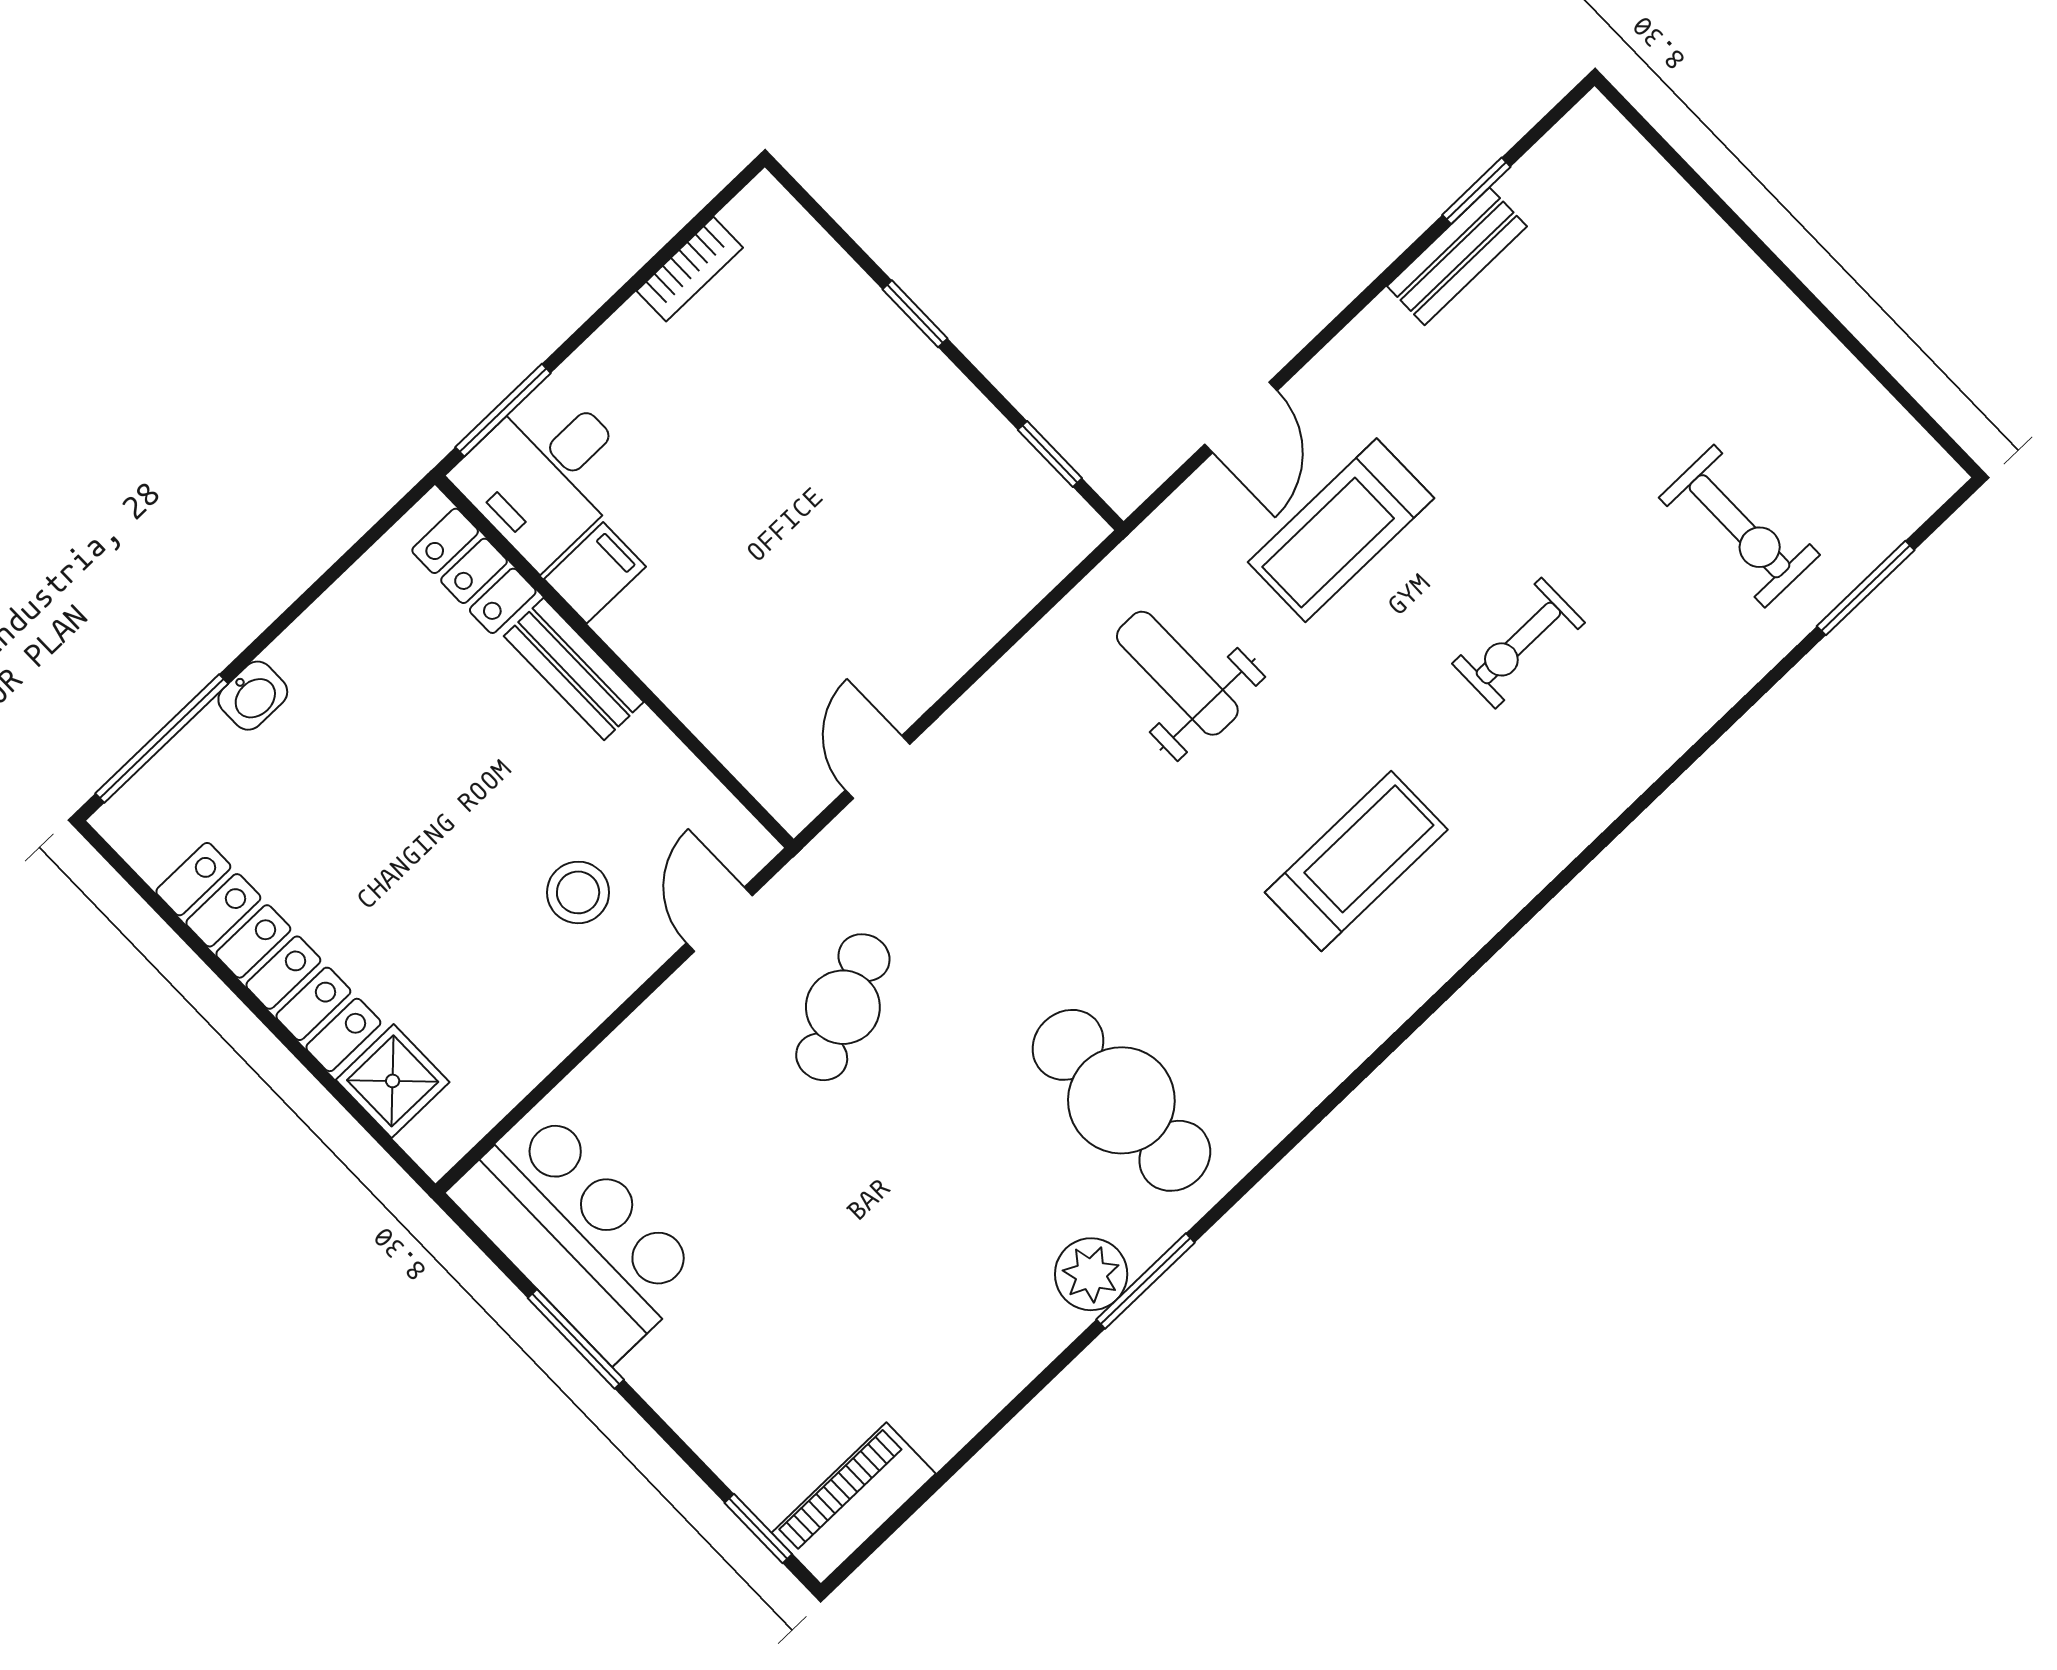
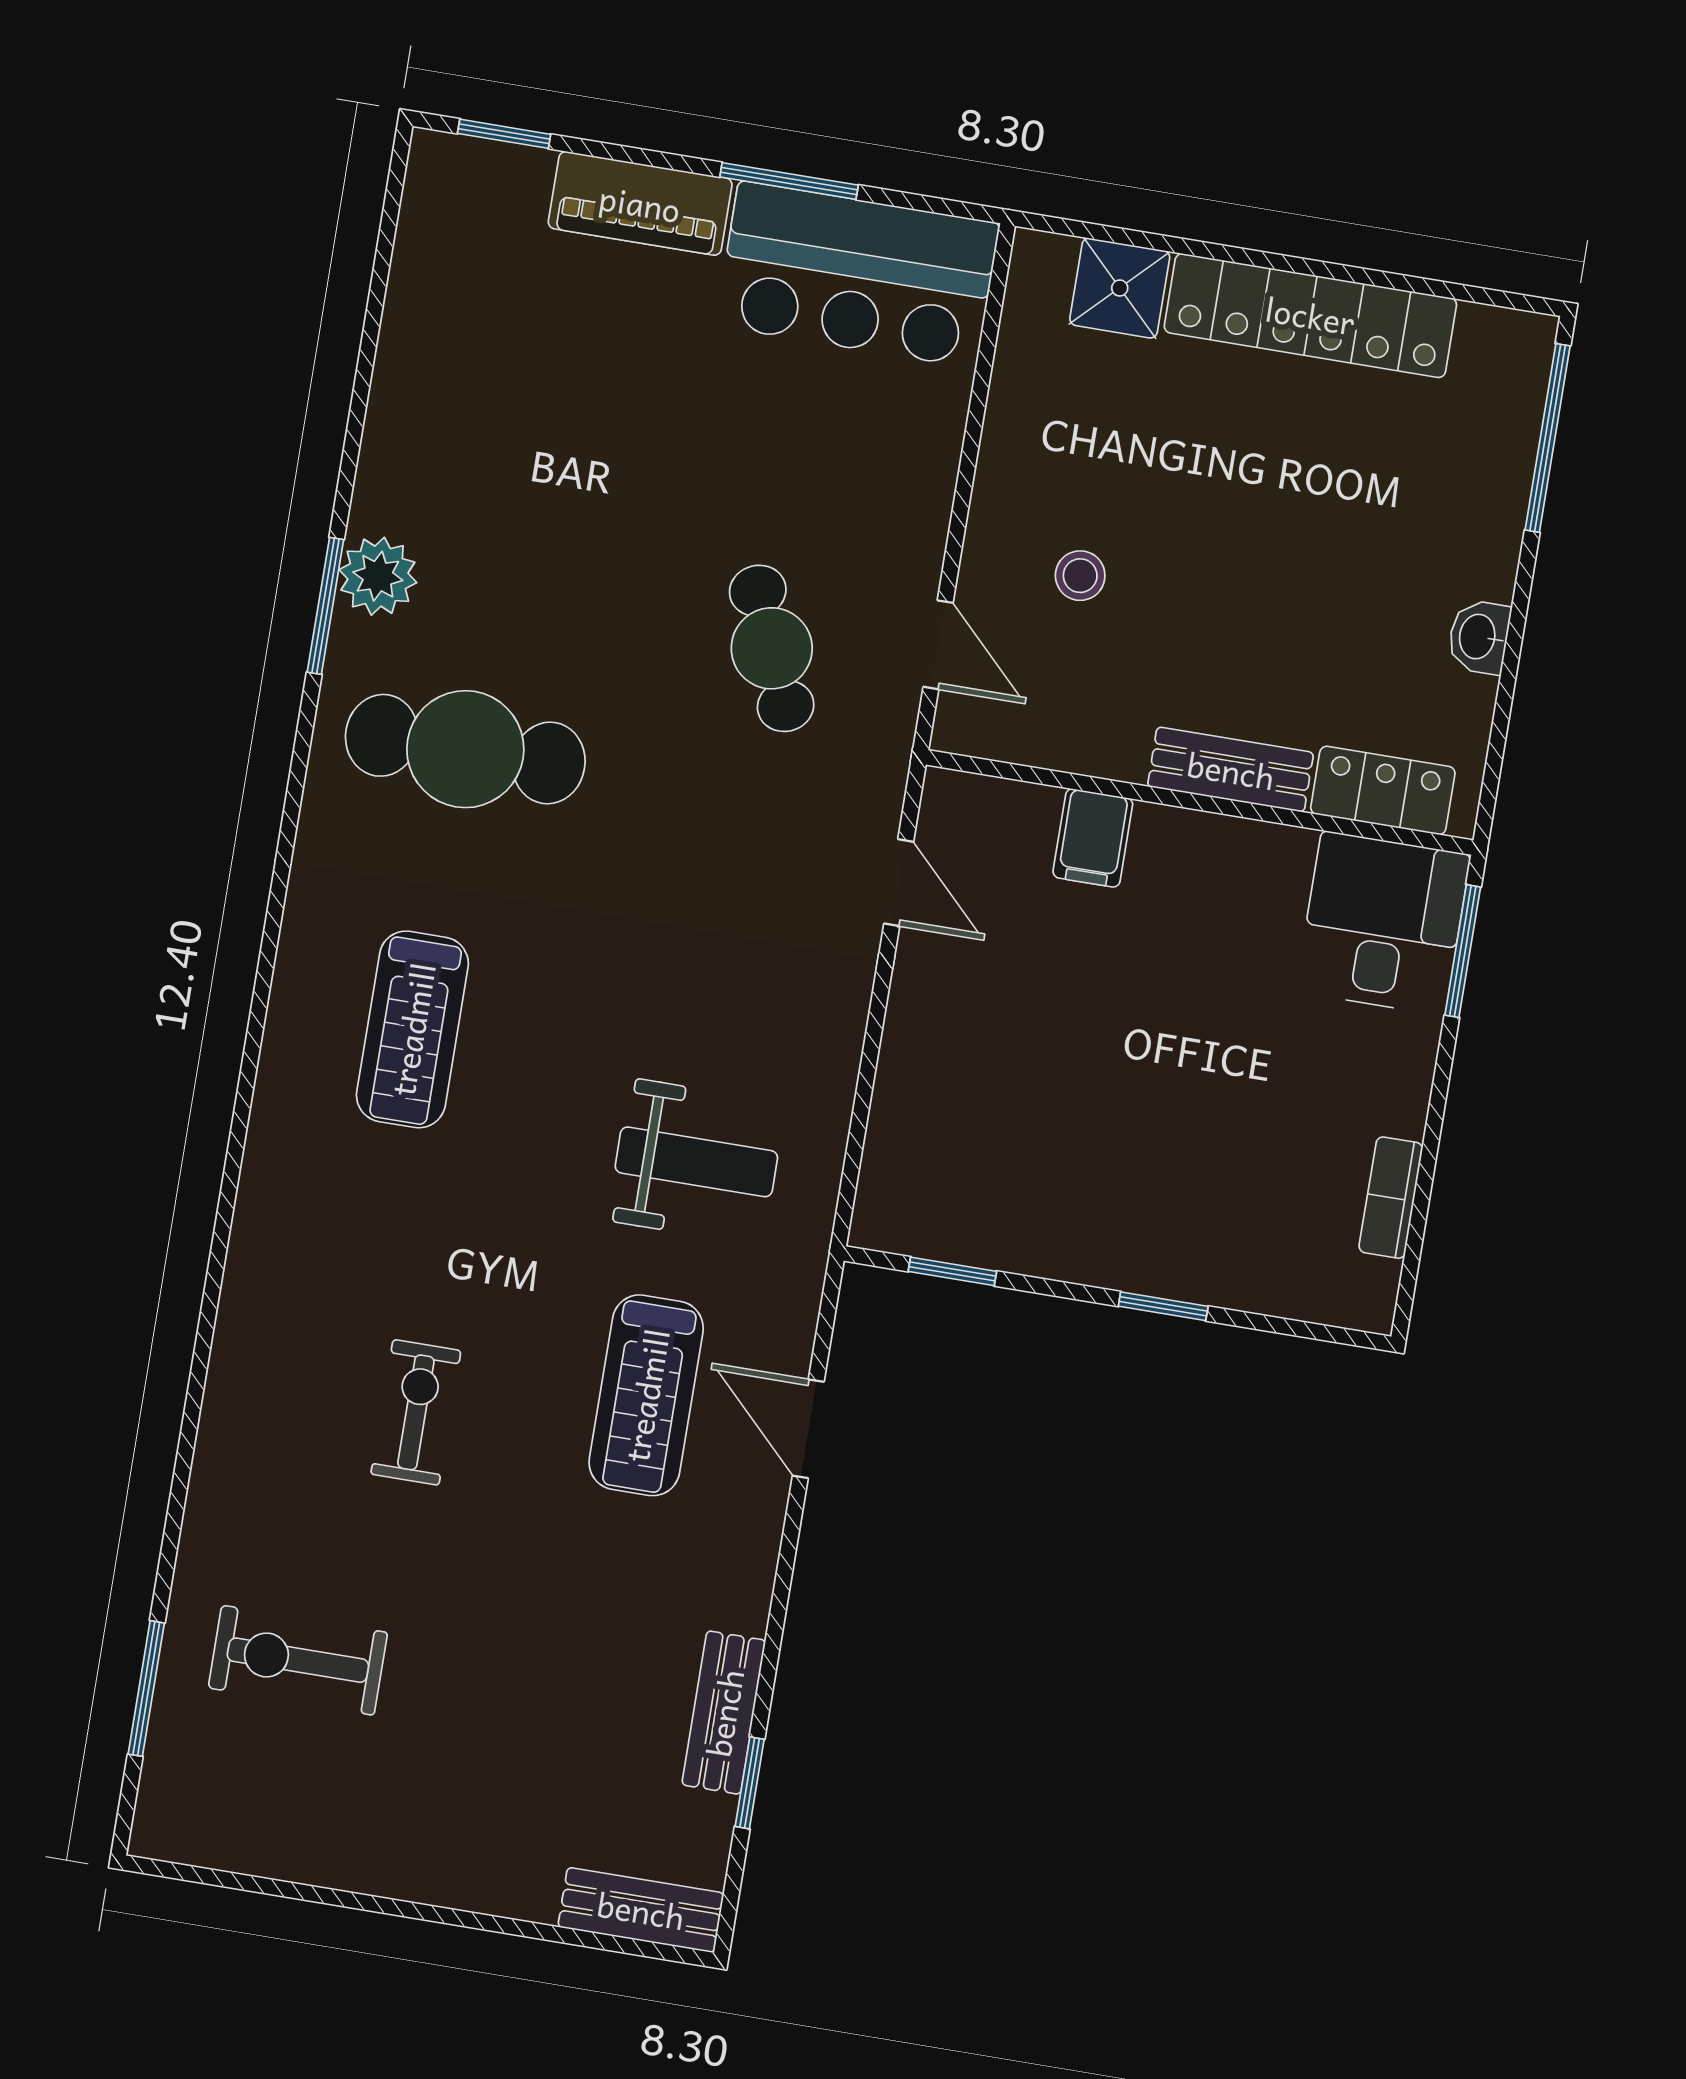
bench: (1625, 157) -> (641, 1910), added
treadmill: (1341, 530) -> (646, 1395), turned 180
filing cabinet: (595, 573) -> (1093, 838), moved
washbasin: (253, 696) -> (1479, 637), moved
treadmill: (1356, 861) -> (412, 1029), moved
stool: (578, 892) -> (1080, 576), width x0.73, depth x0.73
piano: (854, 1503) -> (640, 203), moved, turned 90

